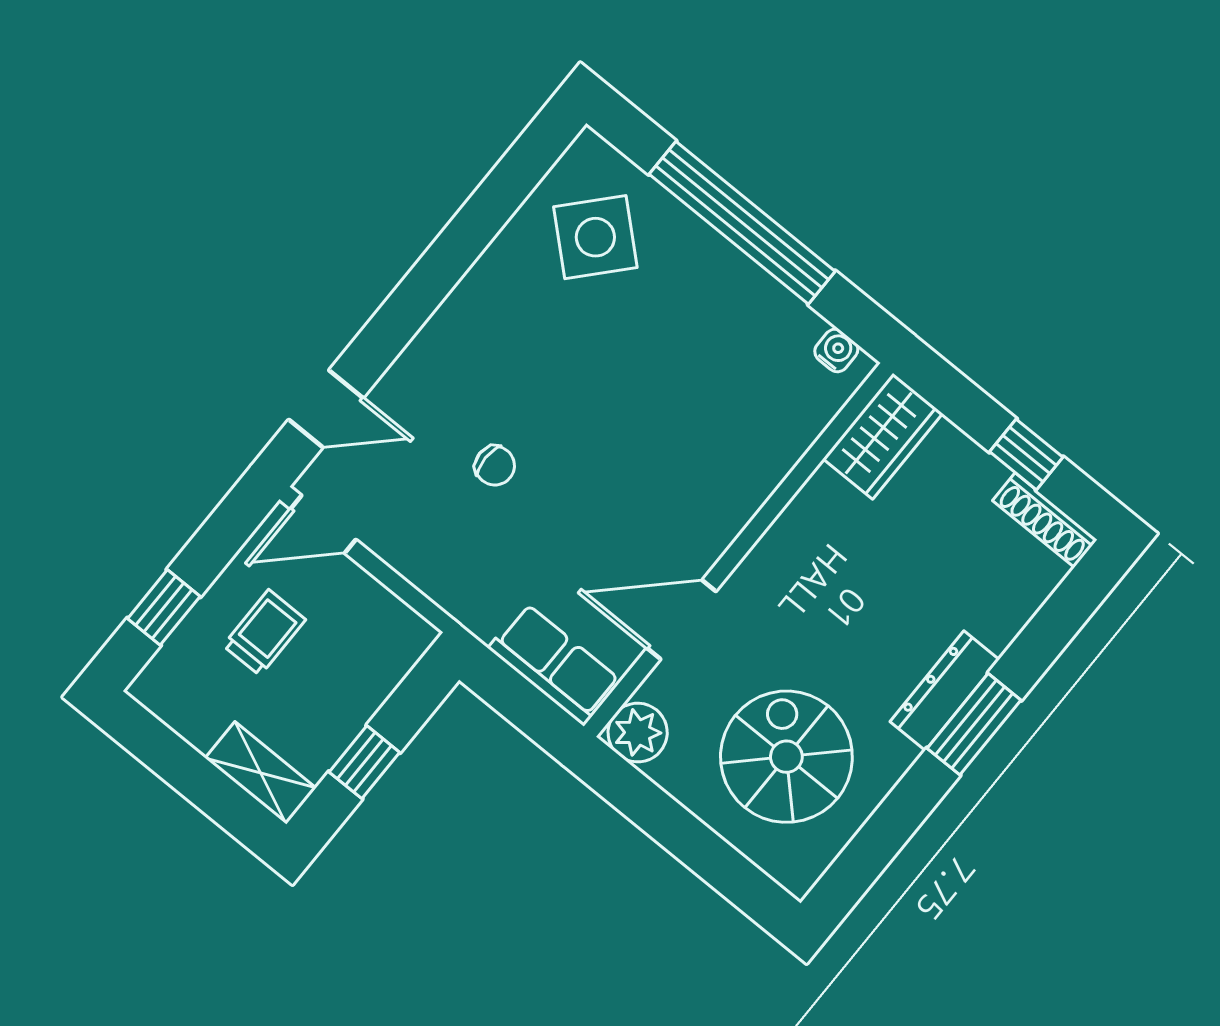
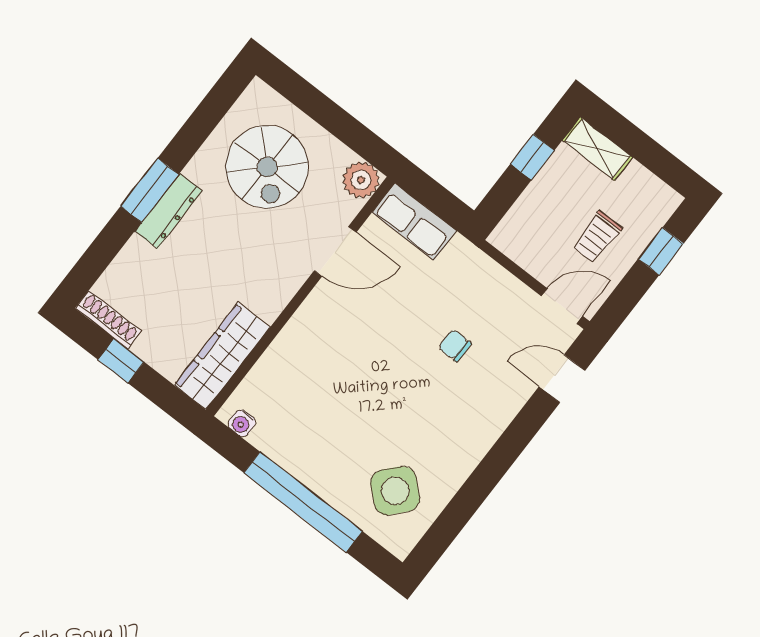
wardrobe: (883, 436) -> (222, 356), width x1.50

